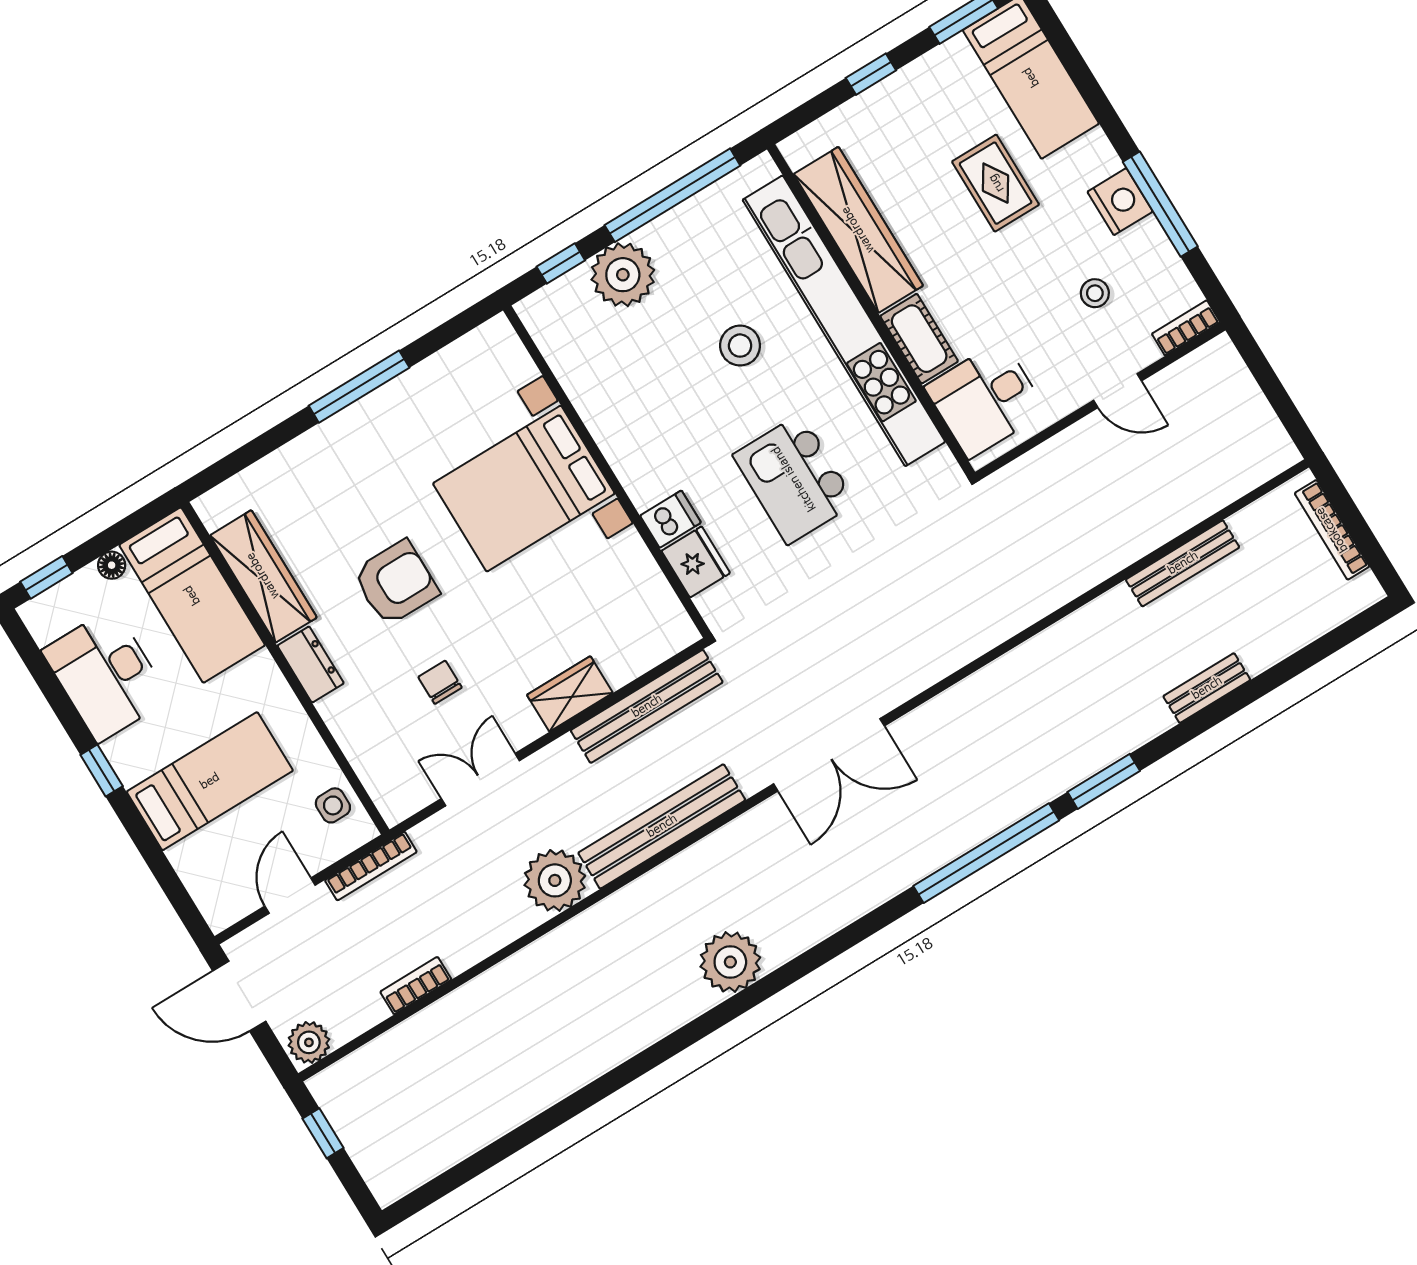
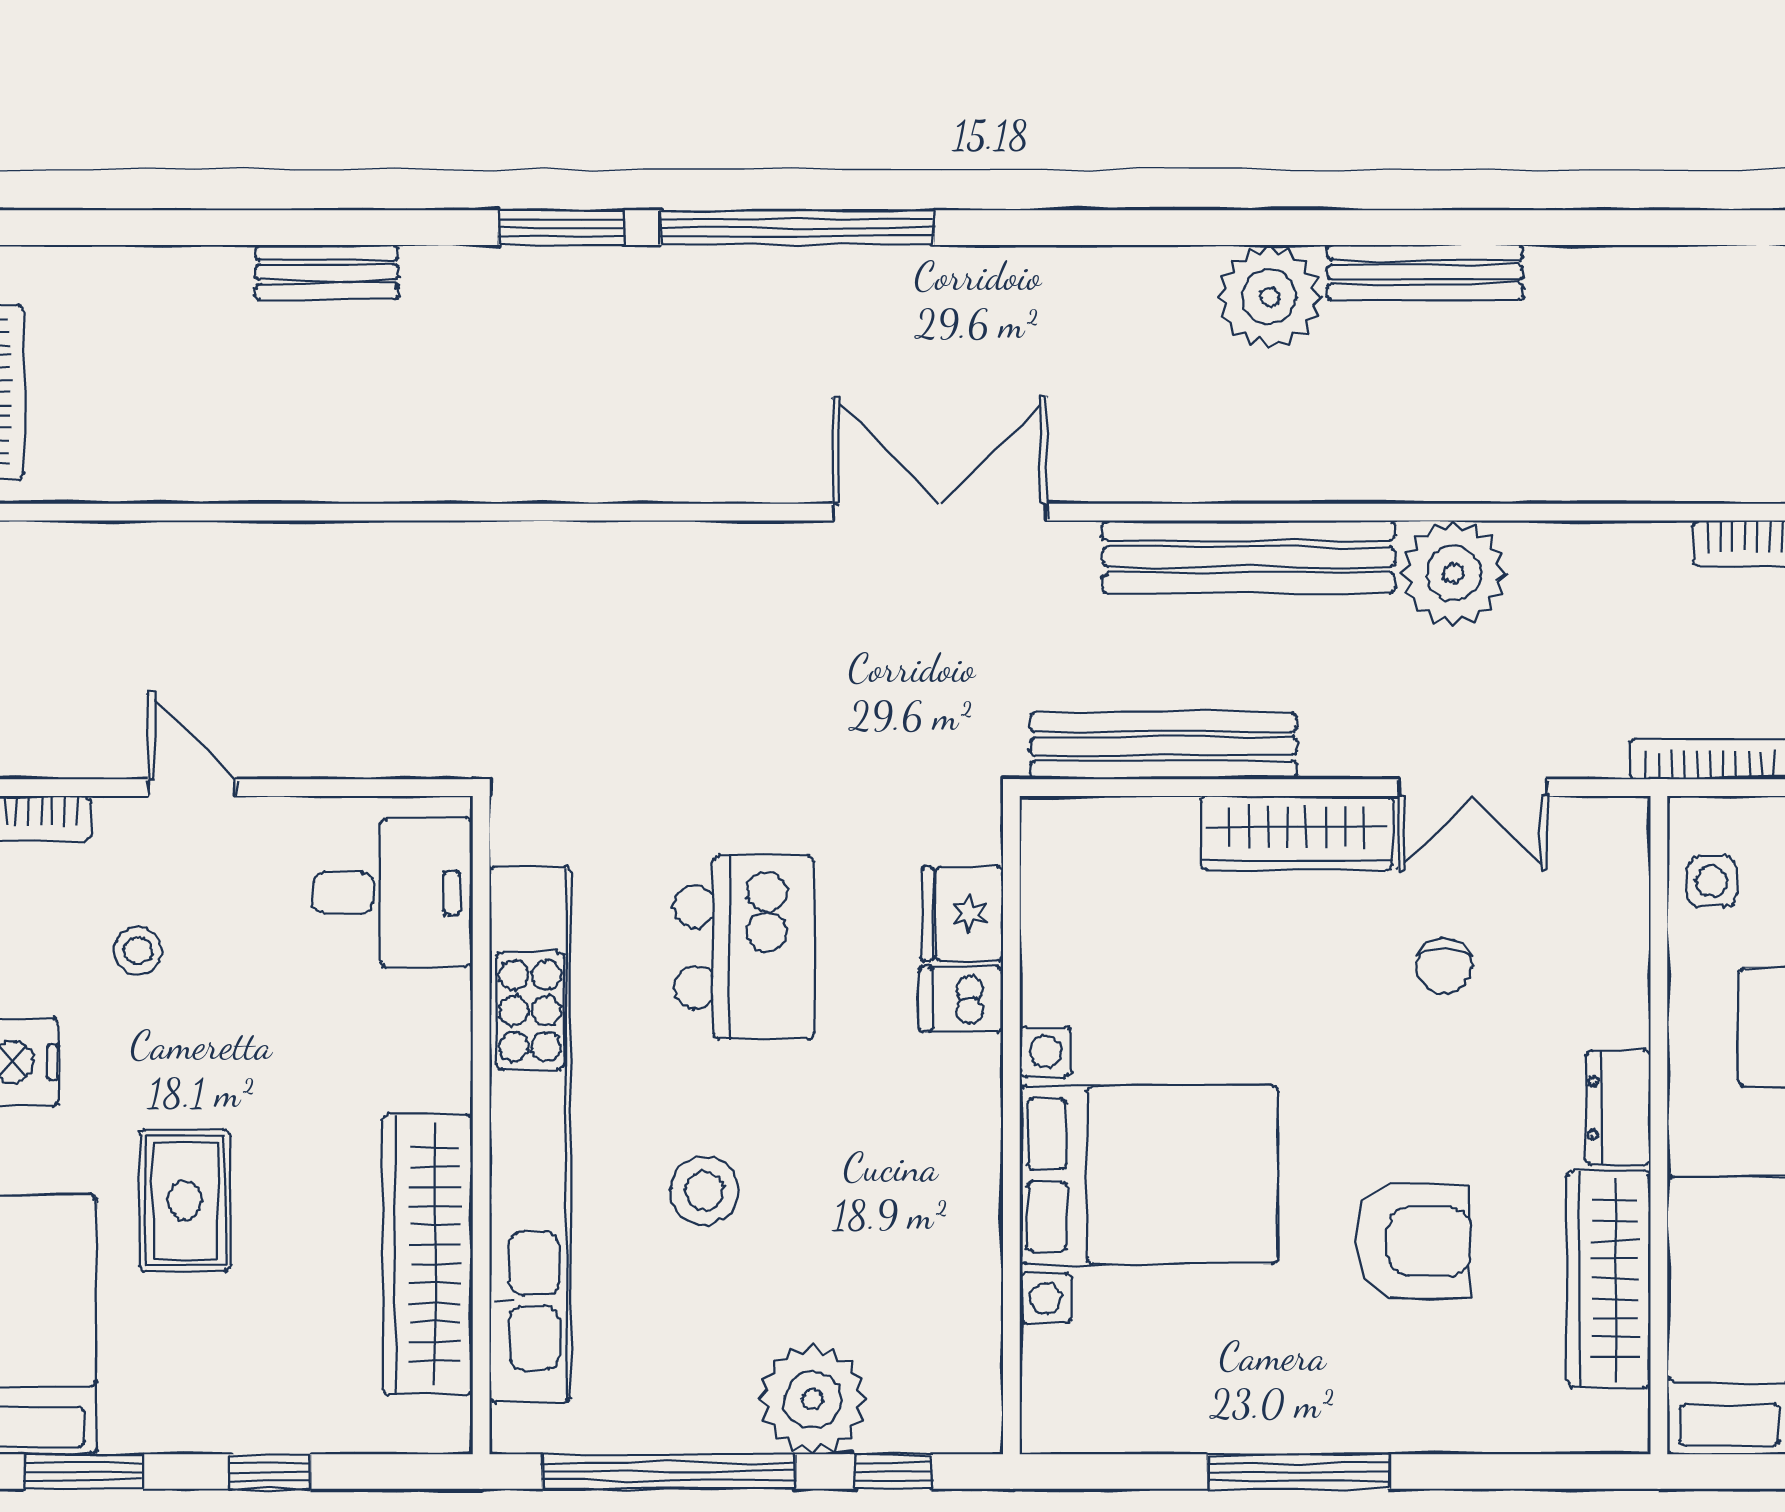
cot: (919, 339) -> (436, 1041), removed
bench: (1183, 563) -> (1425, 272), moved
armchair: (396, 583) -> (1413, 1242), moved, turned 180
wardrobe: (570, 694) -> (1297, 833), width x1.50

